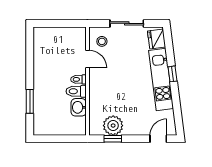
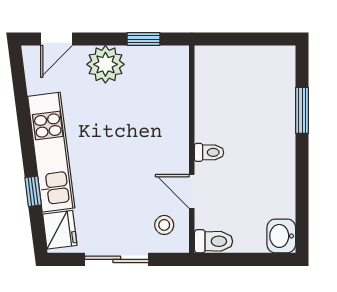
window: (172, 74) -> (33, 191), moved
toilet: (76, 91) -> (214, 241), moved
washbasin: (79, 107) -> (281, 236), moved, turned 180
plant: (113, 126) -> (105, 64), moved

